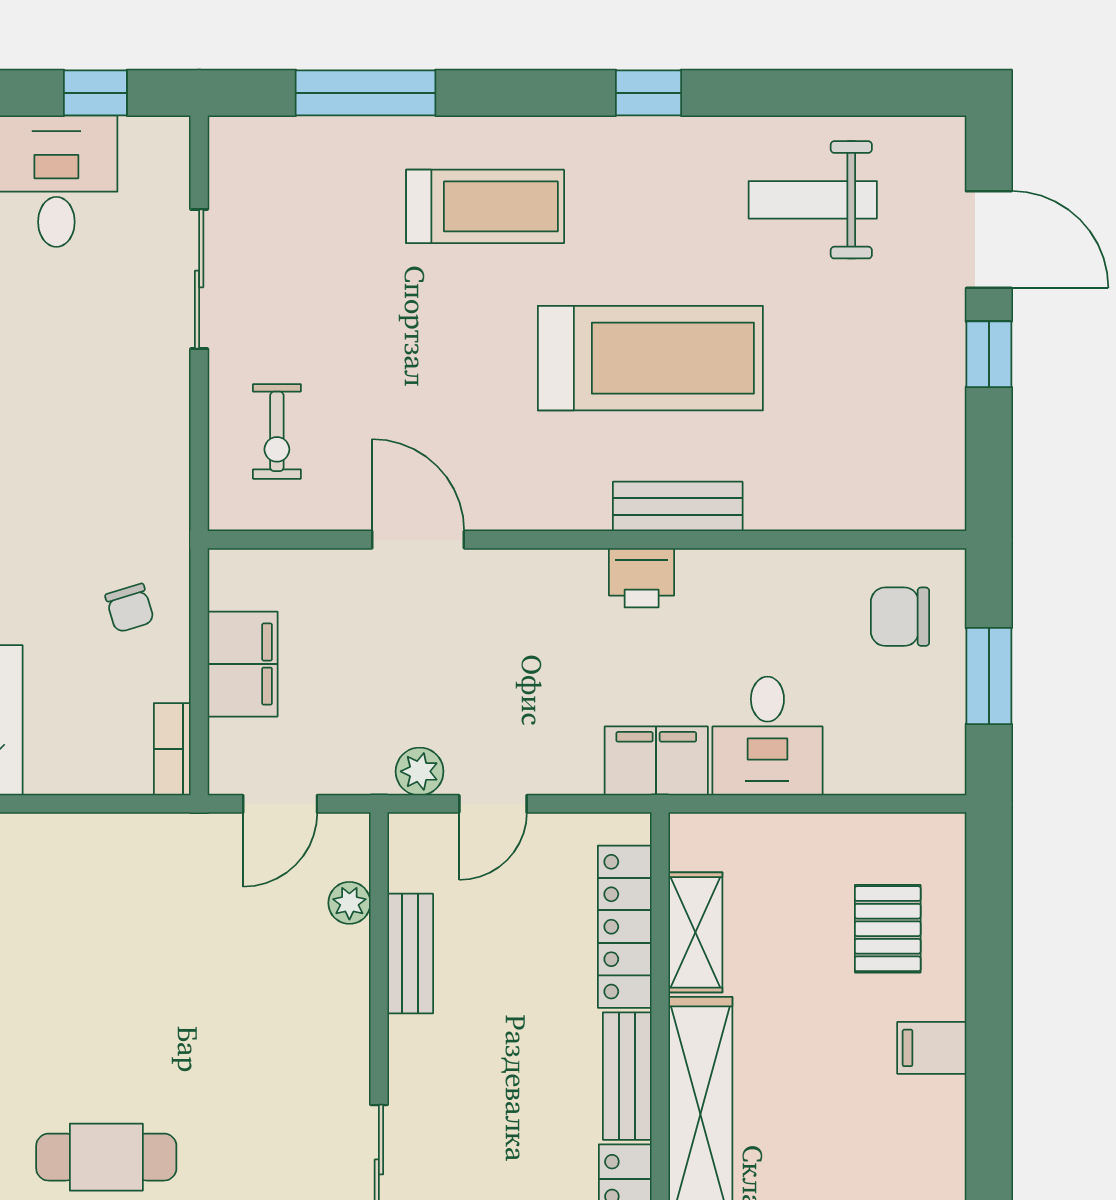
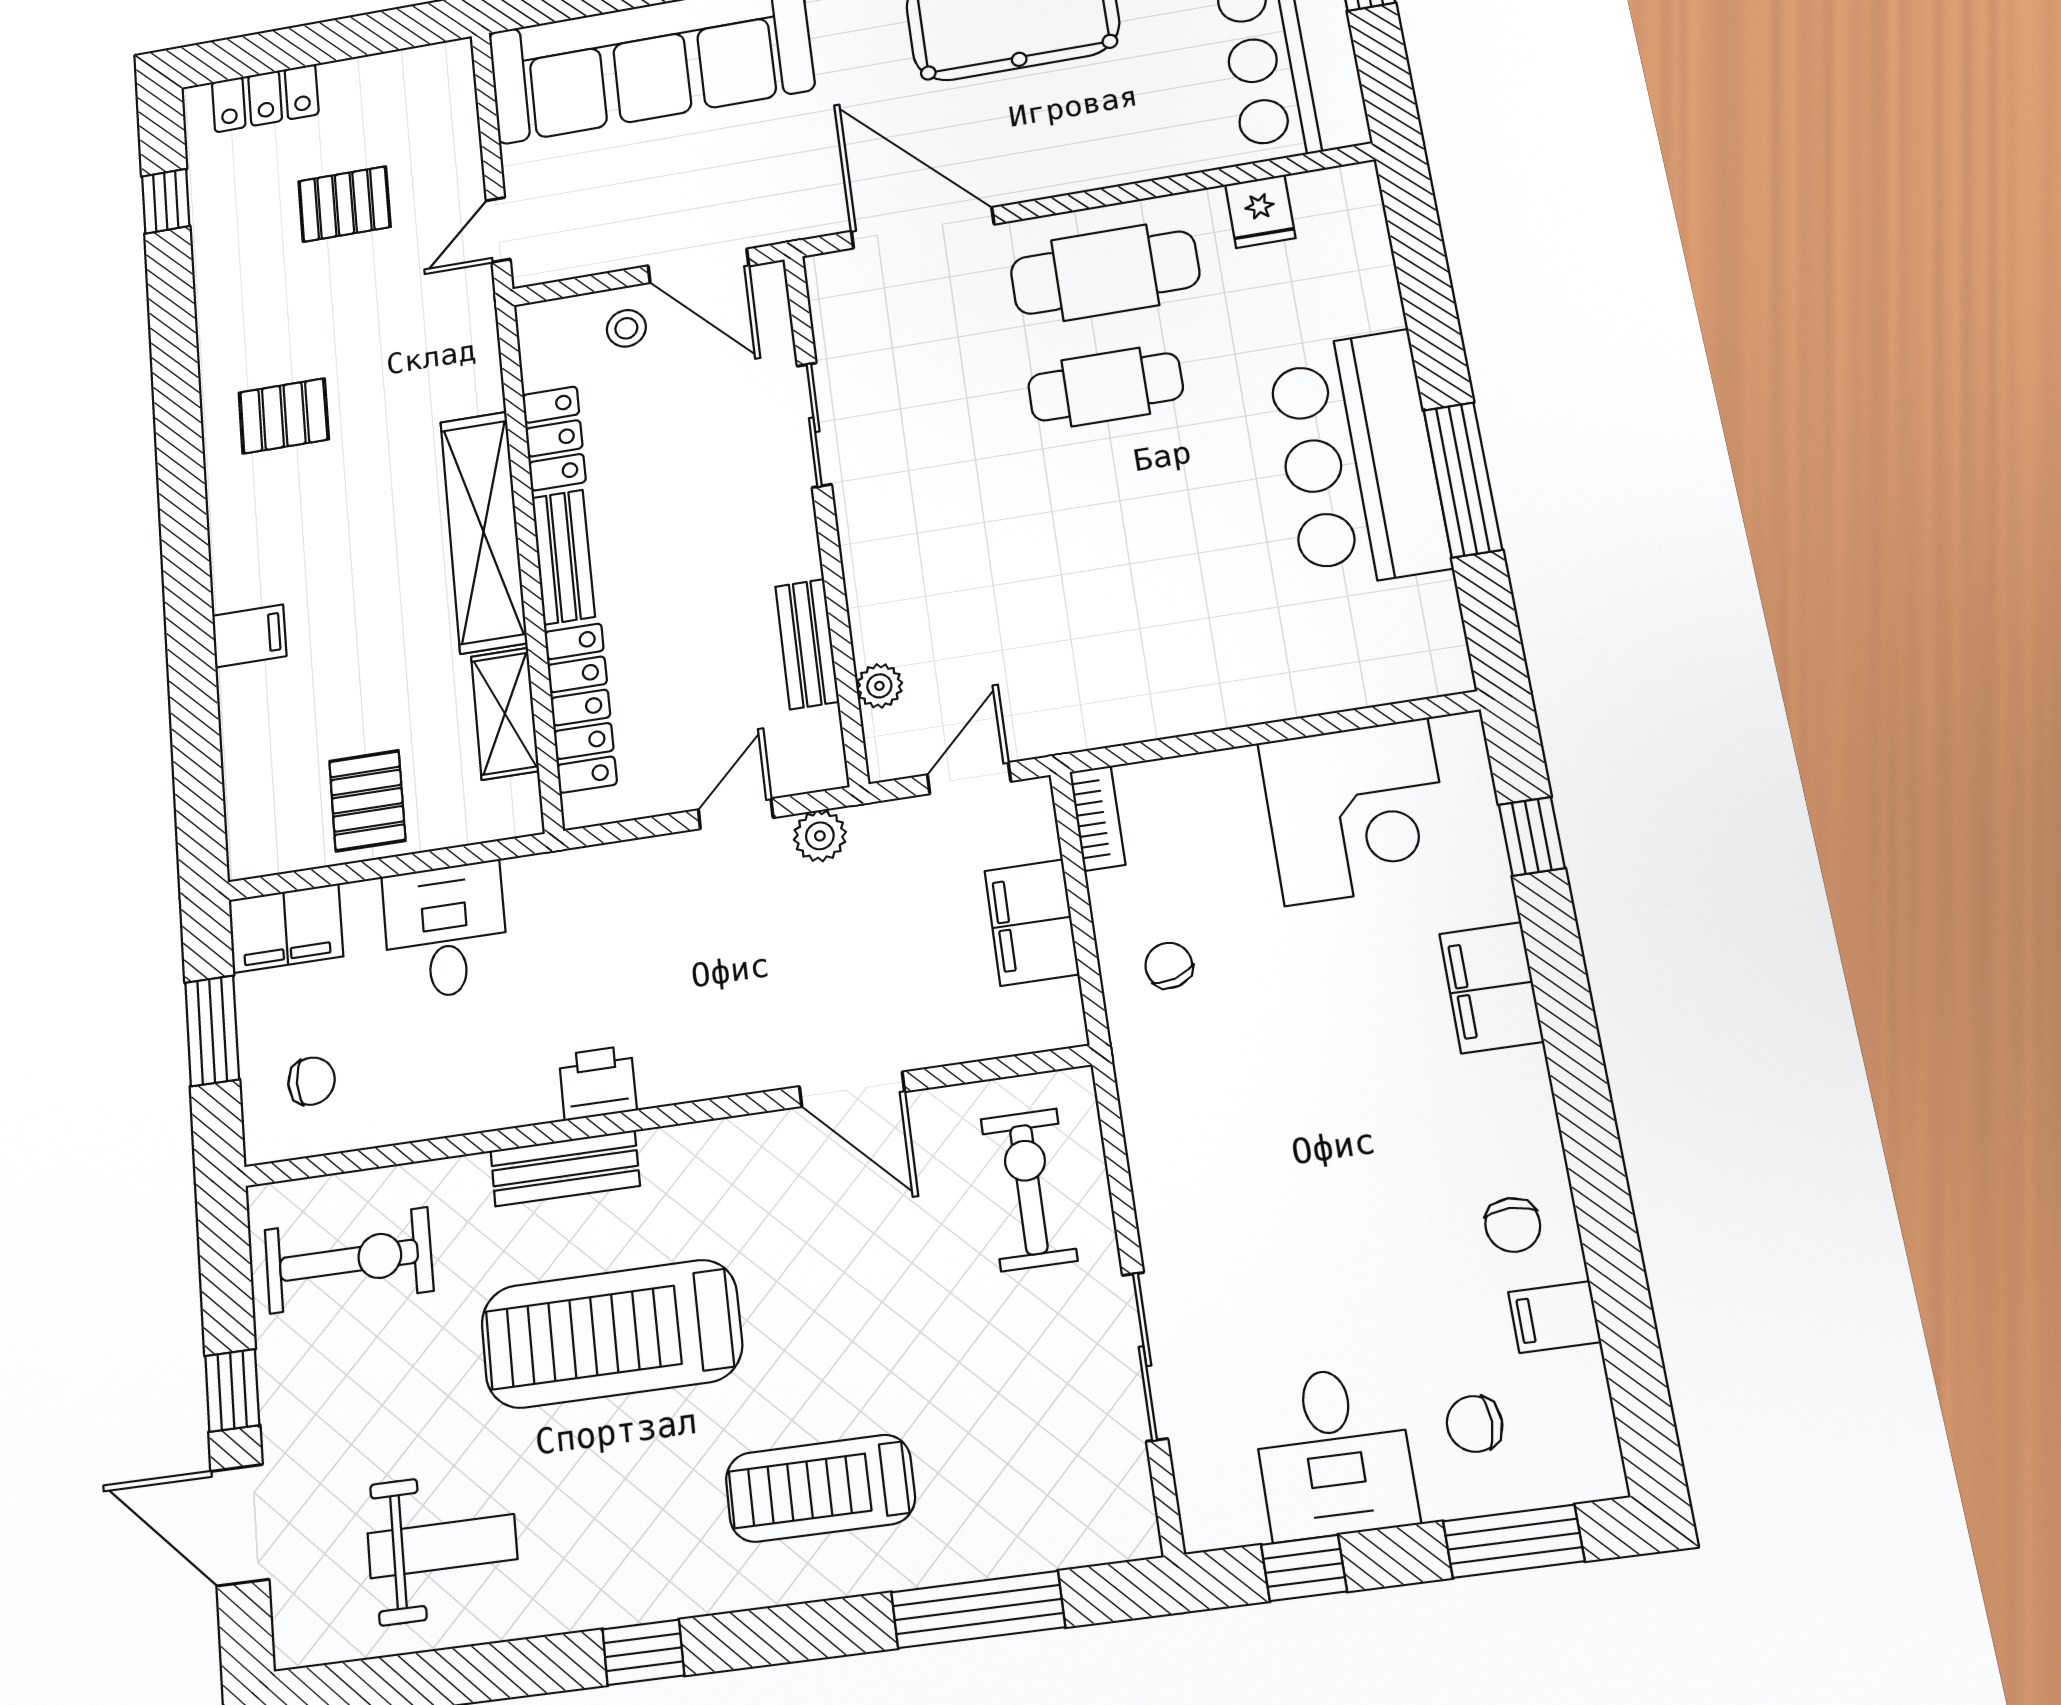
exercise bike: (277, 431) -> (1029, 1190), width x1.38, depth x1.39
exercise bike: (877, 453) -> (349, 1260), added
chair: (900, 617) -> (312, 1081), width x0.73, depth x0.73
filing cabinet: (656, 761) -> (286, 928), moved
pallet: (888, 929) -> (367, 801), moved

